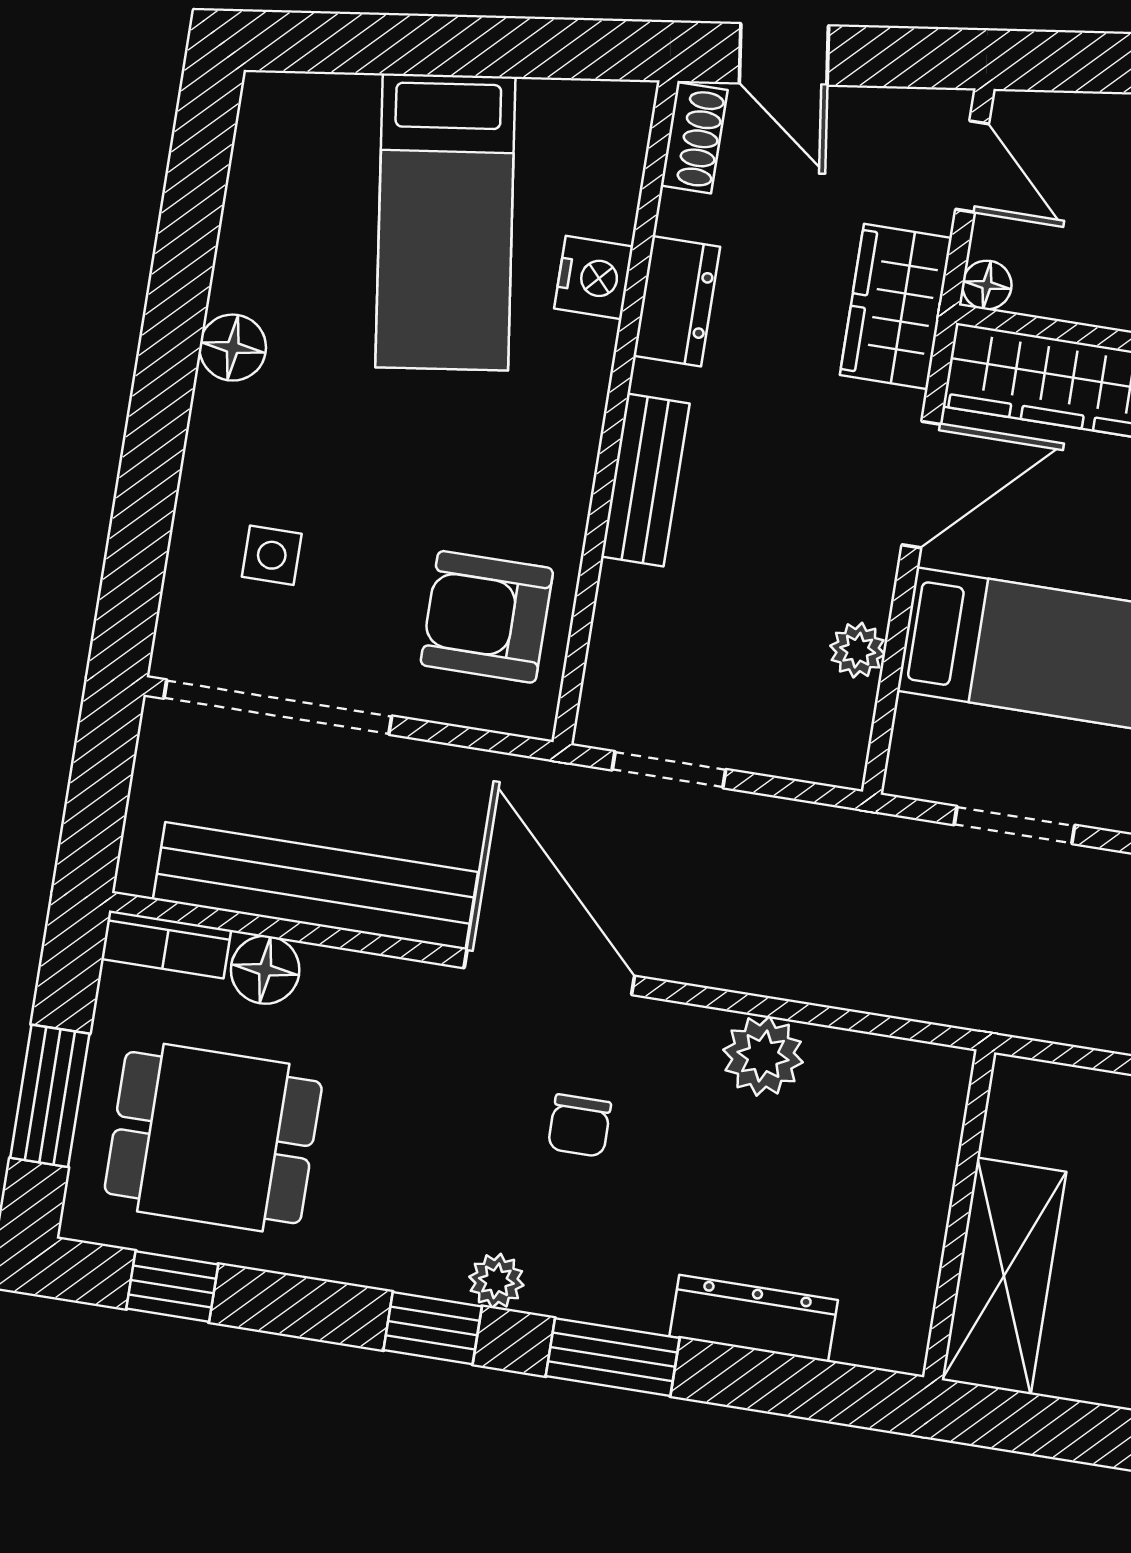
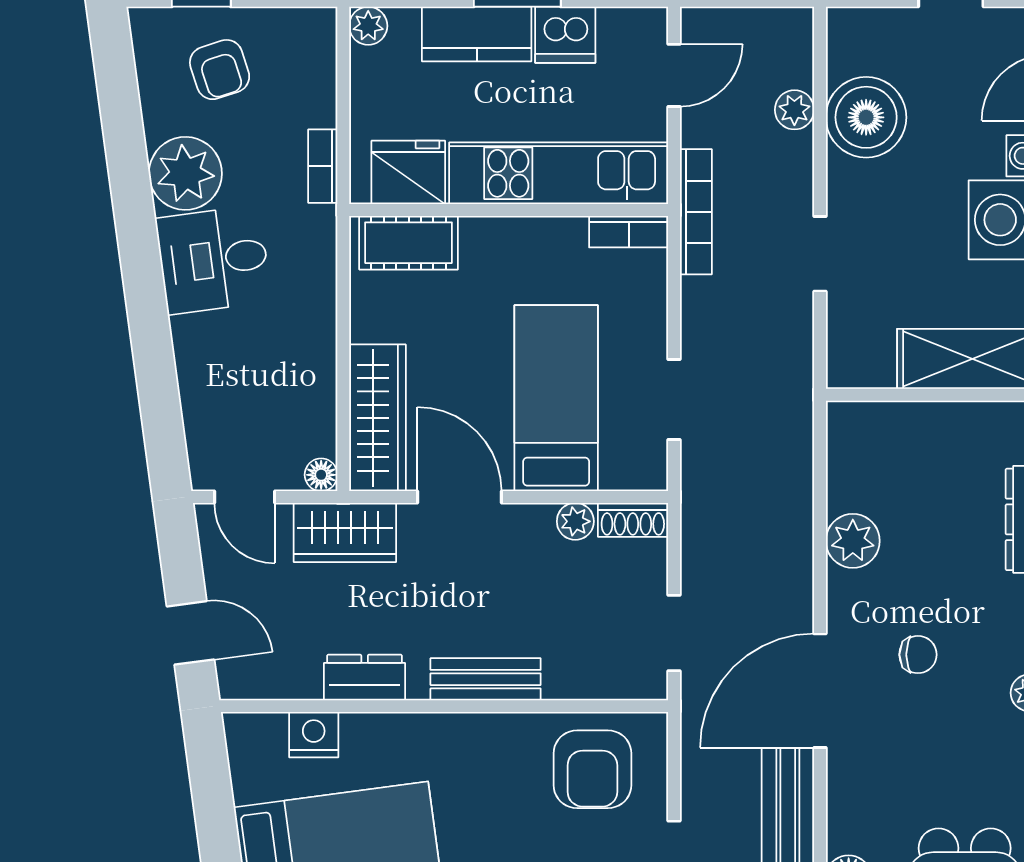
door: (784, 54) -> (191, 633), hinge flipped
shoe rack: (694, 138) -> (633, 520), moved, turned 180
door: (972, 167) -> (245, 497), swing flipped
nightstand: (594, 278) -> (314, 735), moved

